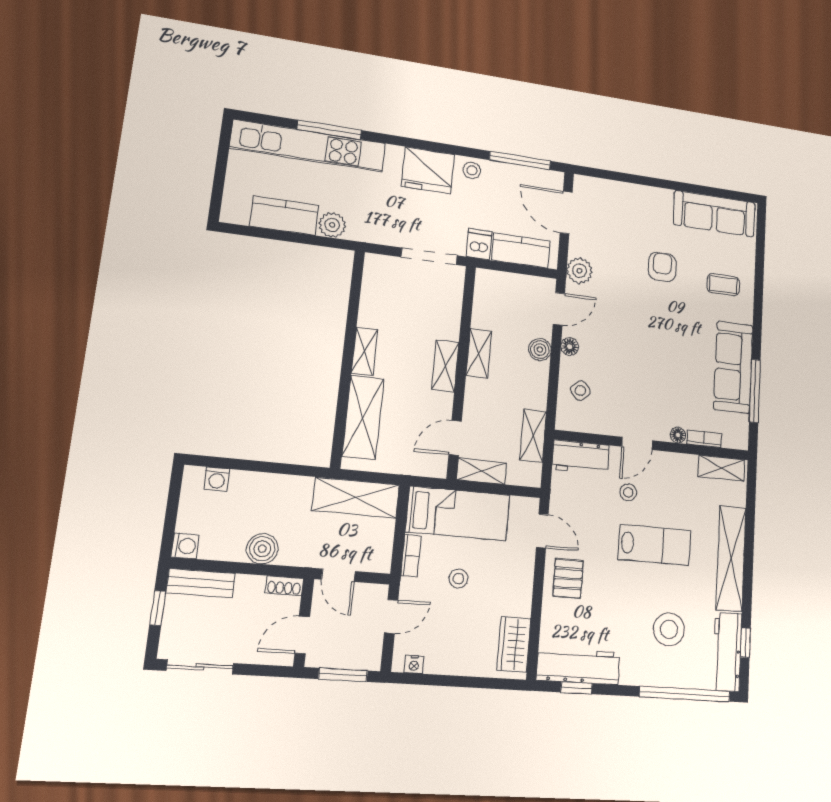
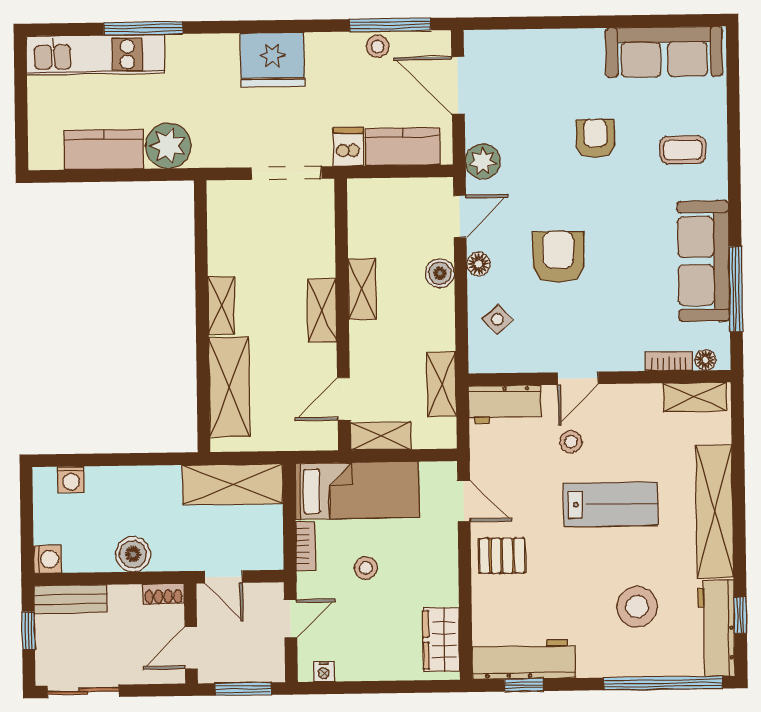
kitchen unit: (308, 146) -> (96, 55), width x0.73
stool: (472, 170) -> (378, 46), moved
plant: (332, 225) -> (168, 146), width x1.36, depth x1.36
armchair: (629, 350) -> (558, 257), added
floor lamp: (678, 435) -> (705, 360), moved
pallet: (568, 578) -> (502, 556), turned 90

